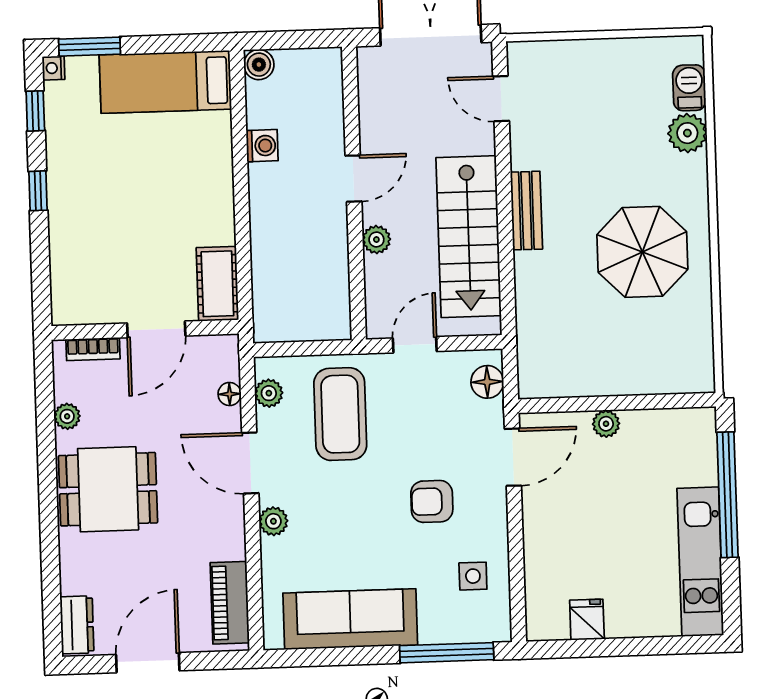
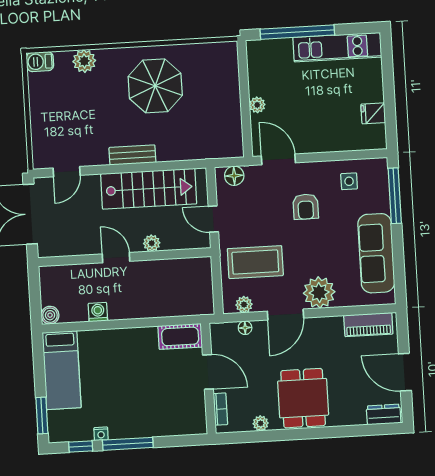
nightstand: (54, 68) -> (101, 434), moved
barbecue: (689, 88) -> (40, 62), moved
window: (38, 191) -> (128, 444), width x2.17
plant: (273, 521) -> (319, 293), width x1.88, depth x1.88

